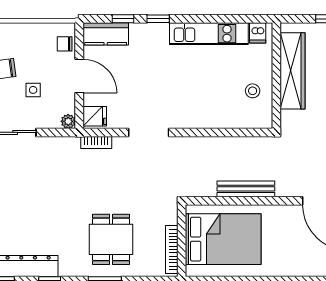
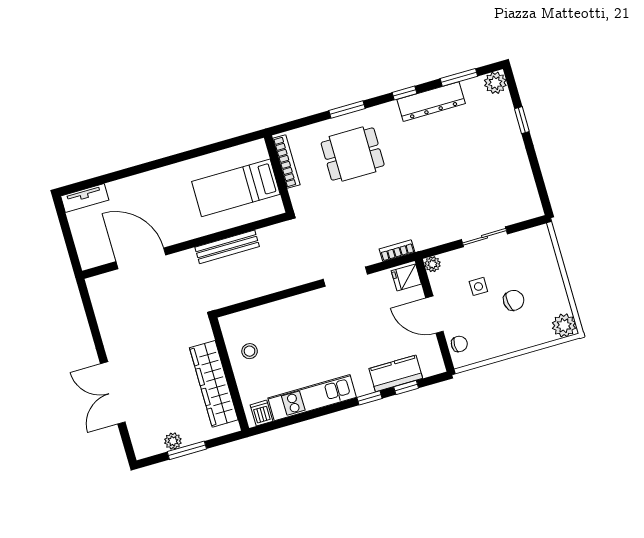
kitchen counter: (106, 34) -> (396, 373), moved
dining table: (111, 239) -> (353, 154), turned 90
bed: (223, 239) -> (236, 188), width x0.67

